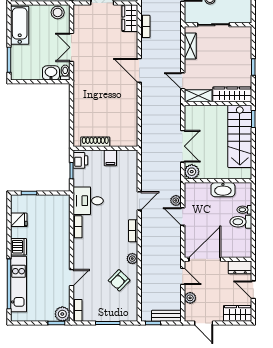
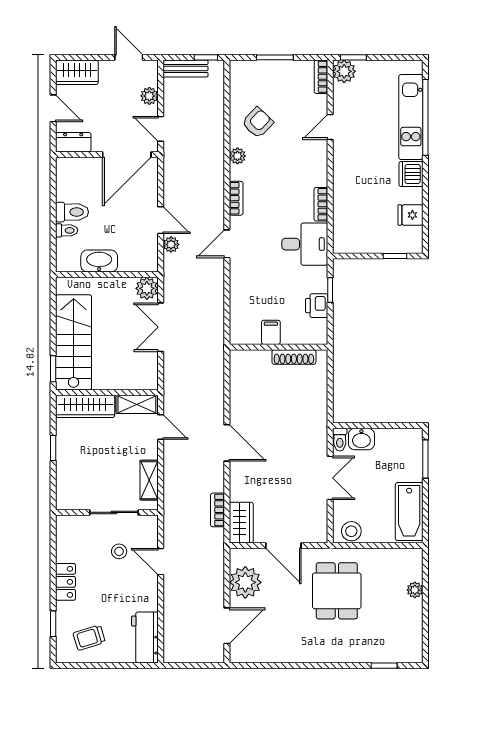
shoe rack: (95, 142) -> (294, 357), moved
wall: (105, 148) -> (279, 347), moved
filing cabinet: (110, 158) -> (271, 332), moved

